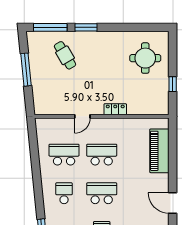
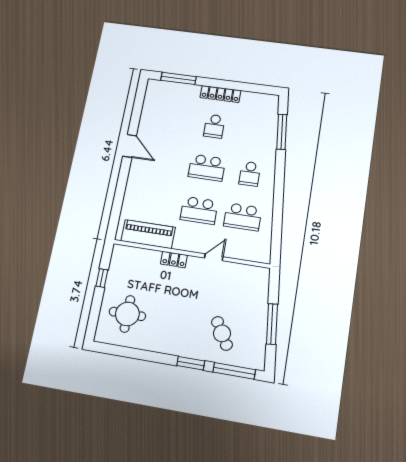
piano: (159, 151) -> (148, 234), moved, turned -90

